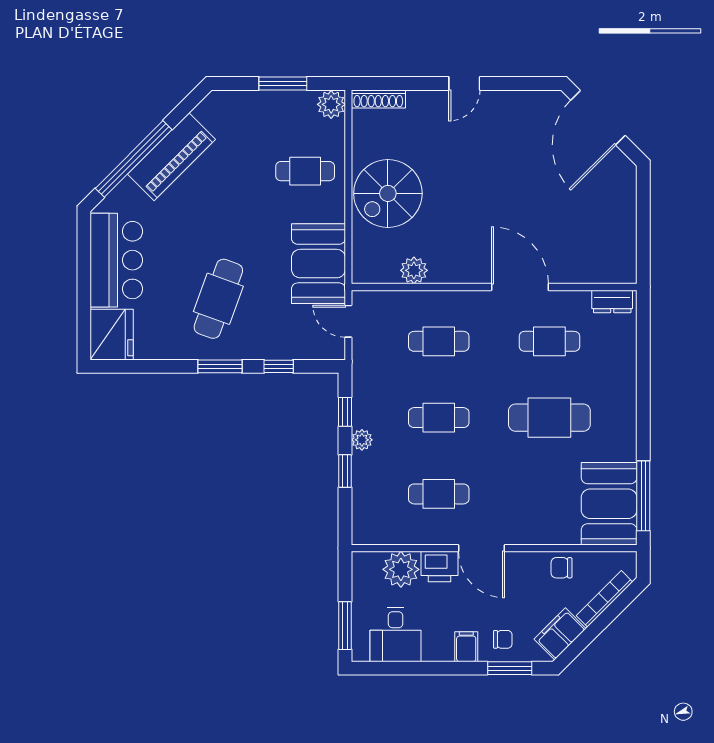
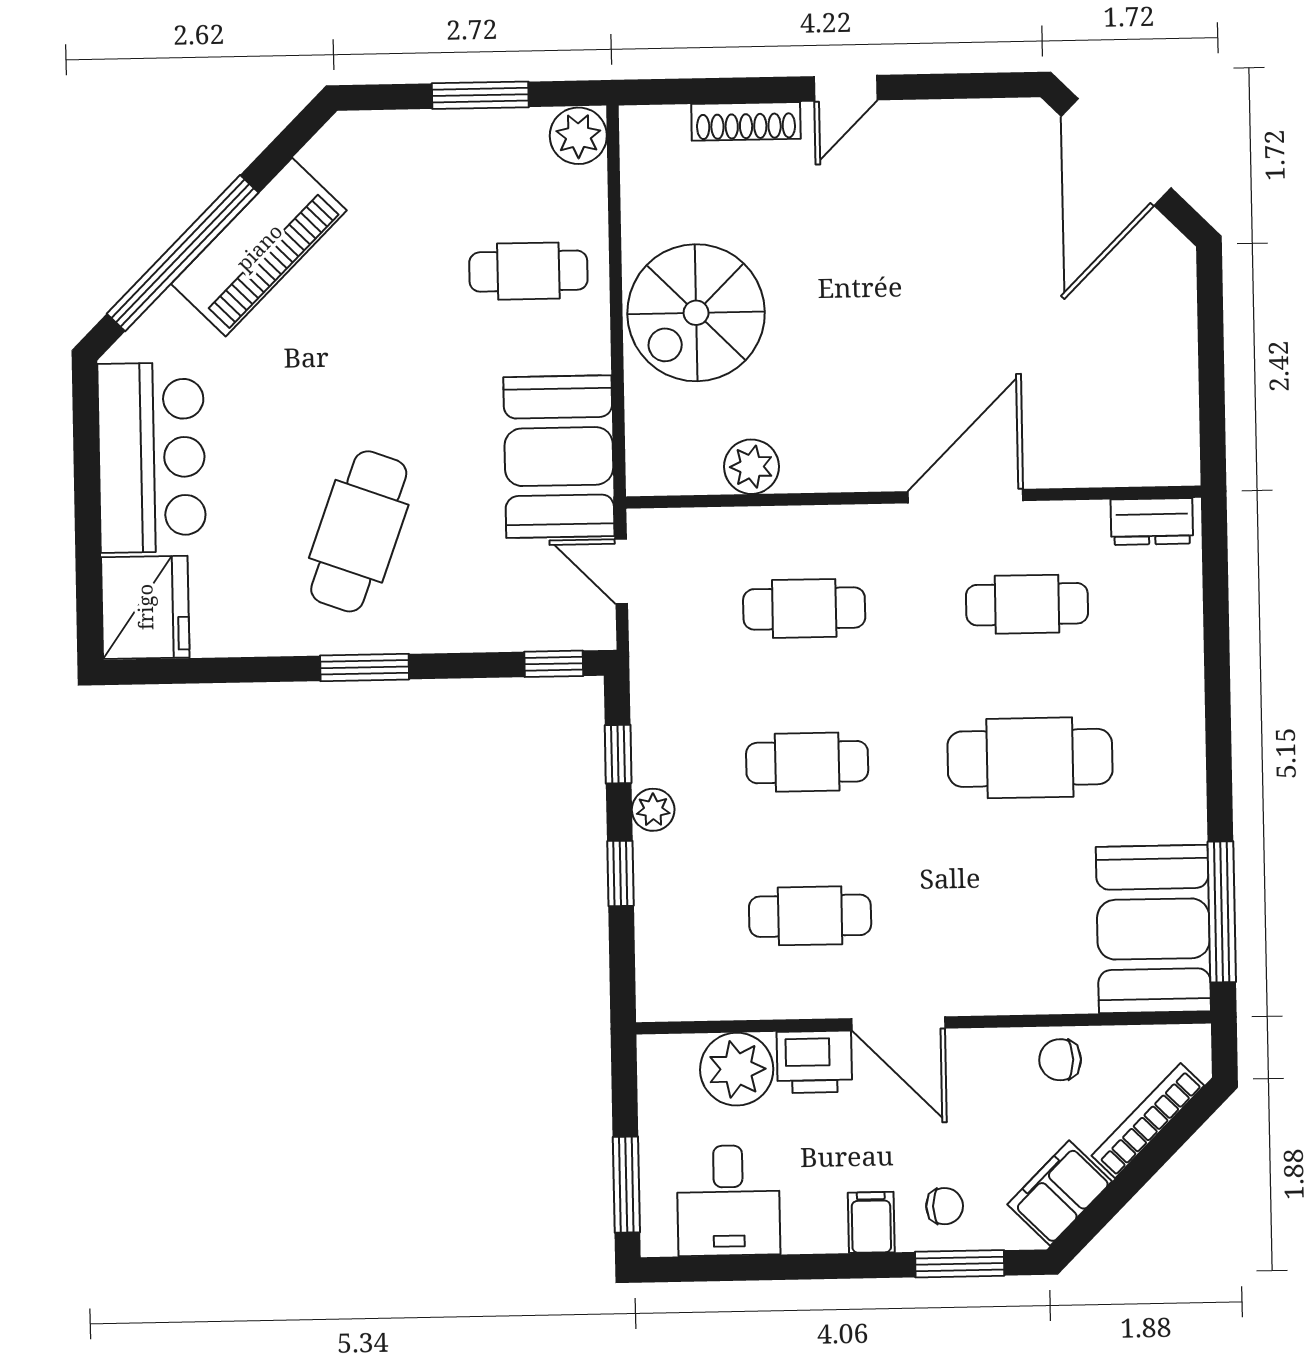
shoe rack: (378, 99) -> (746, 121), moved
door: (520, 287) -> (966, 496), hinge flipped
window: (279, 366) -> (554, 664), moved

